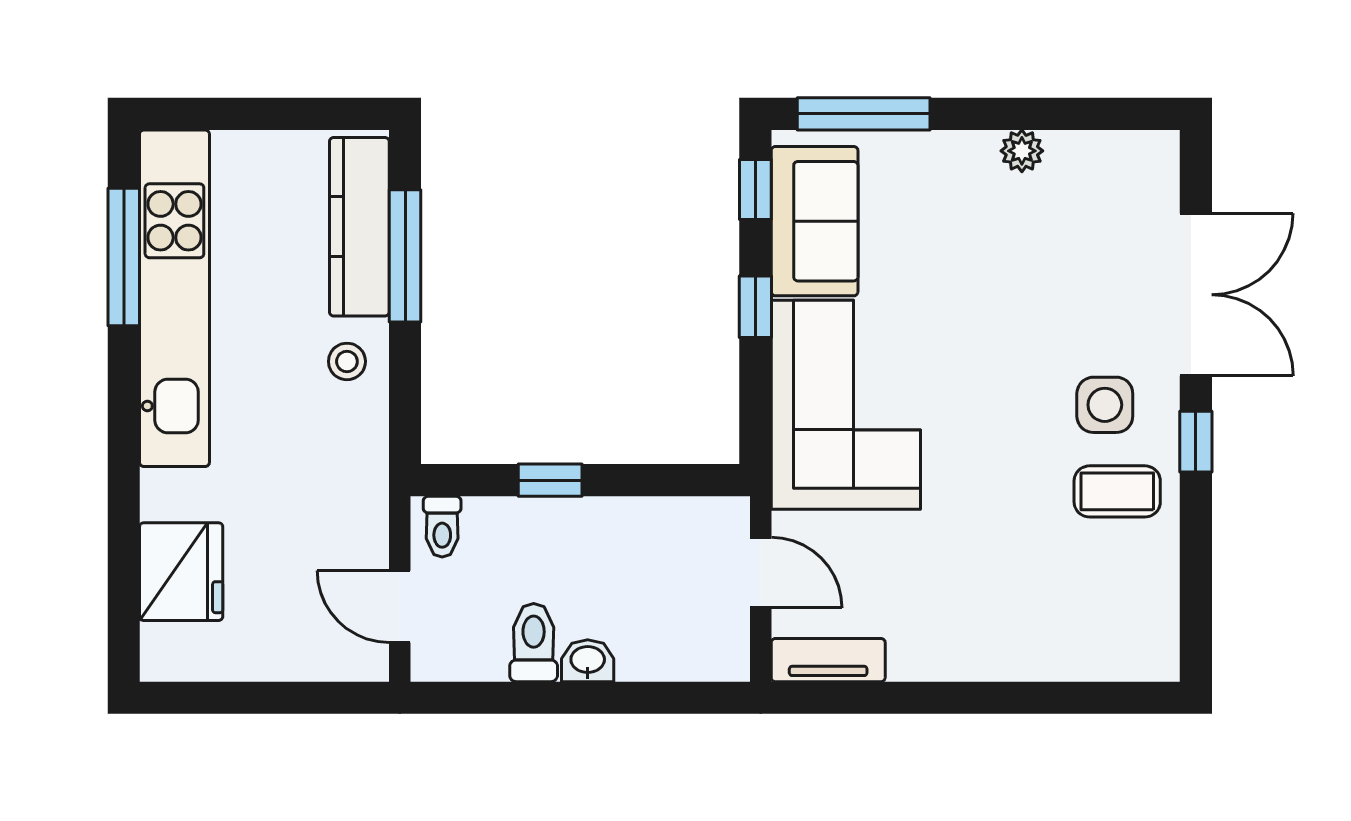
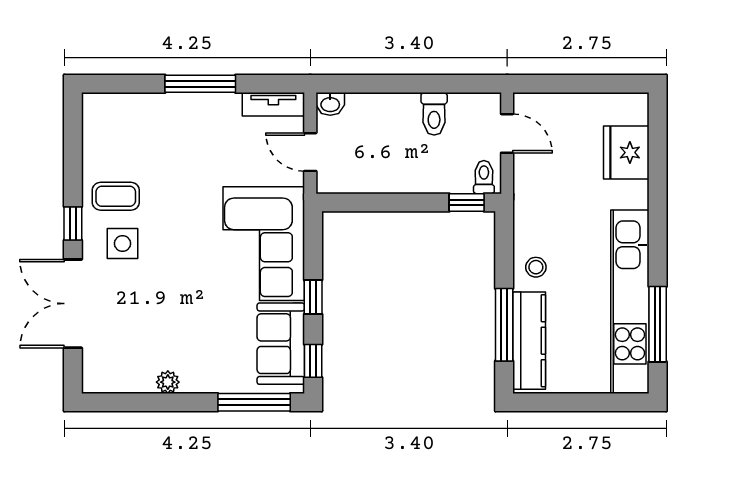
window: (550, 480) -> (467, 202), moved
washbasin: (588, 661) -> (330, 104), moved
window: (962, 698) -> (200, 84), added

